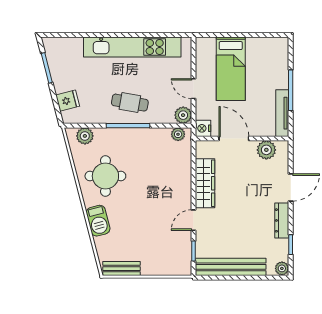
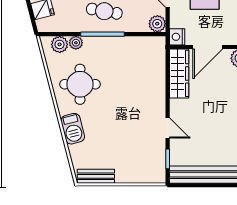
plant: (178, 134) -> (76, 43), moved
door: (234, 139) -> (208, 47), swing flipped
wardrobe: (205, 183) -> (179, 73), moved
door: (194, 220) -> (168, 128), swing flipped

